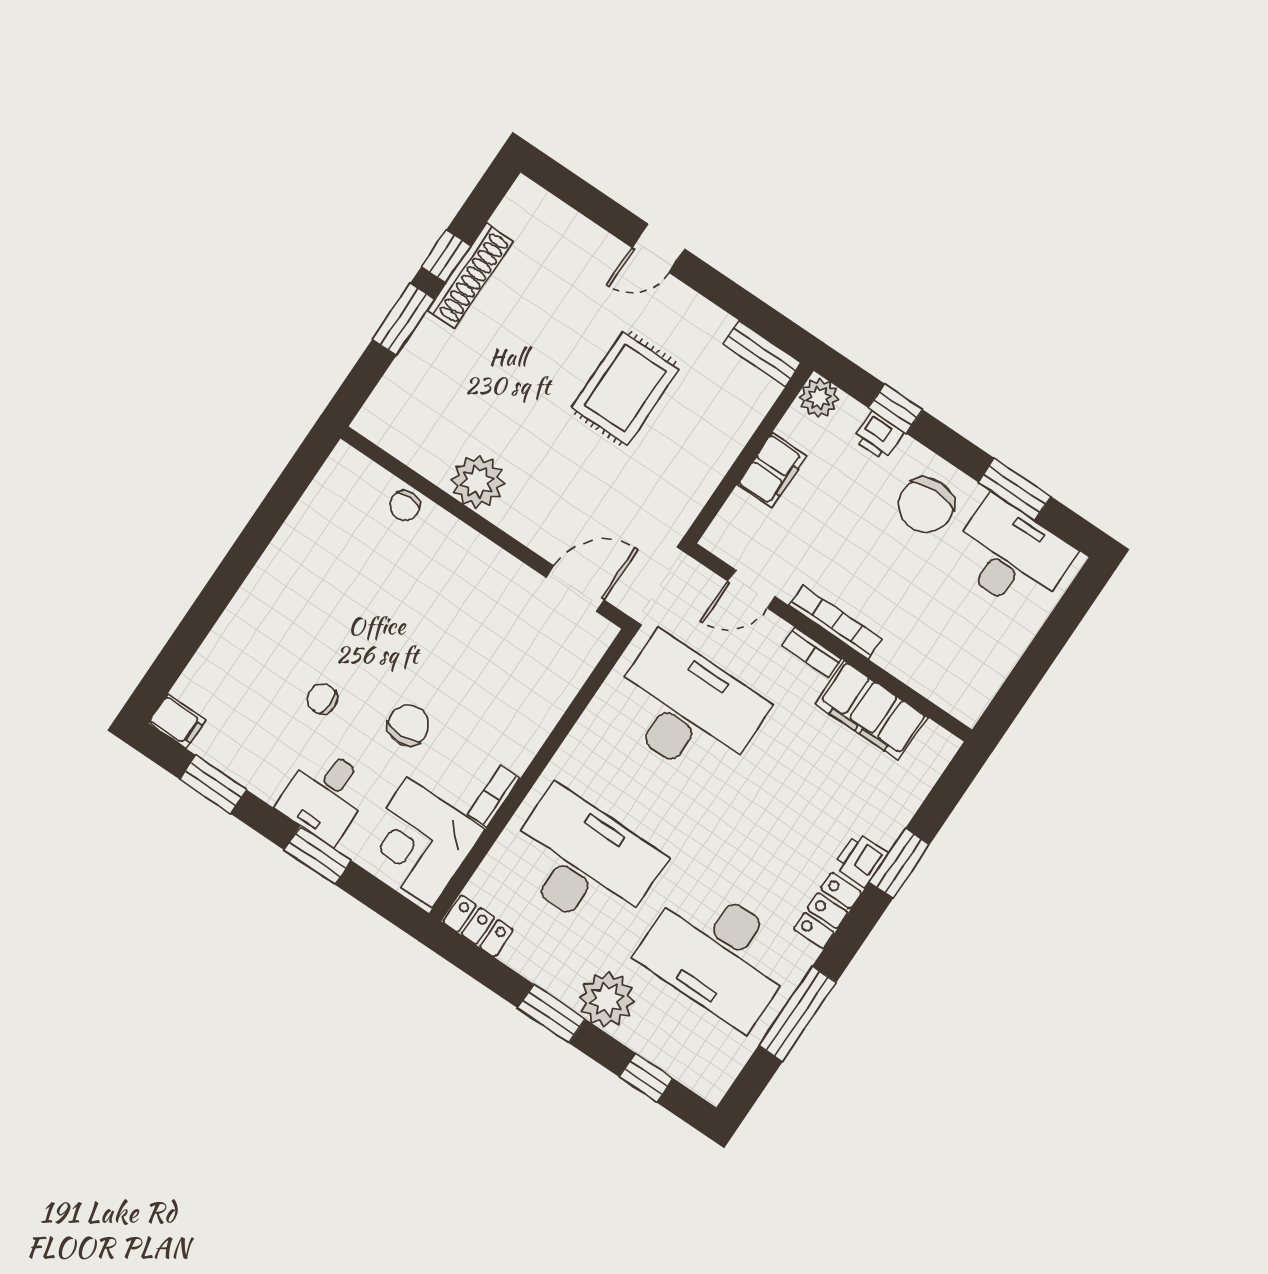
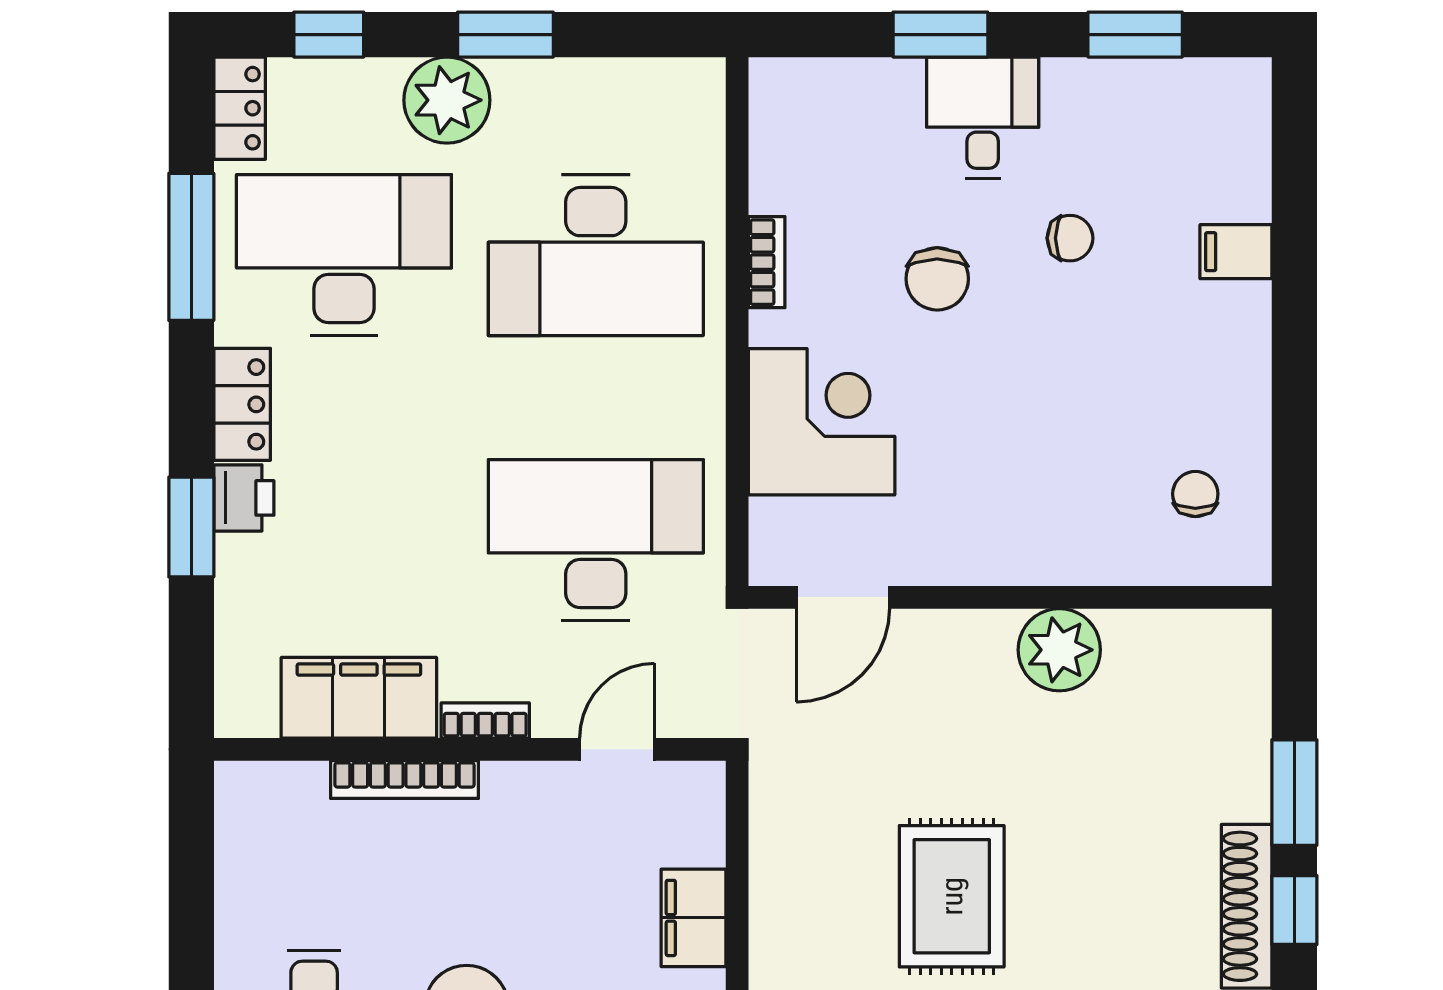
chair: (405, 506) -> (1195, 494), moved
bookcase: (836, 622) -> (404, 779), moved
desk: (687, 709) -> (596, 540), turned 180
filing cabinet: (177, 721) -> (1236, 252), moved
corner desk: (420, 842) -> (822, 422), moved
locker: (478, 926) -> (240, 108), moved, turned -90

